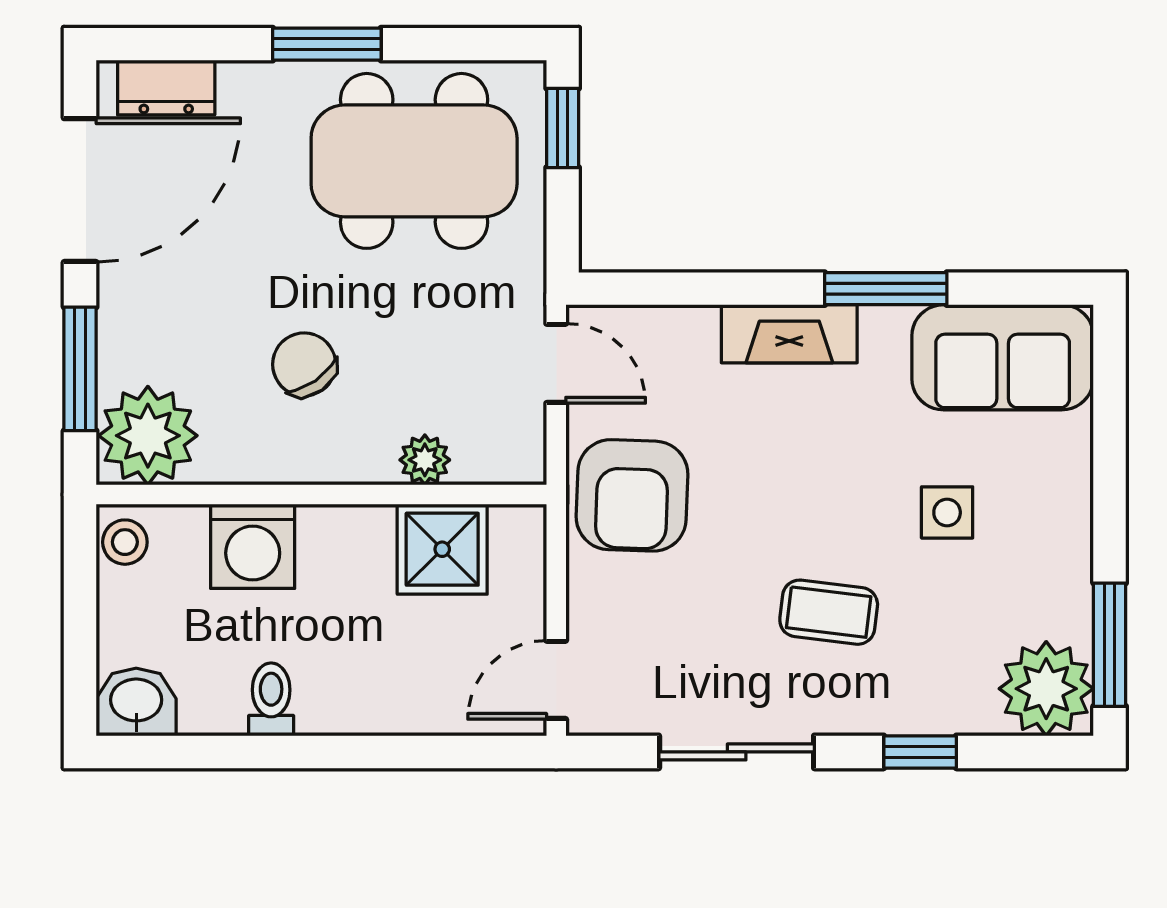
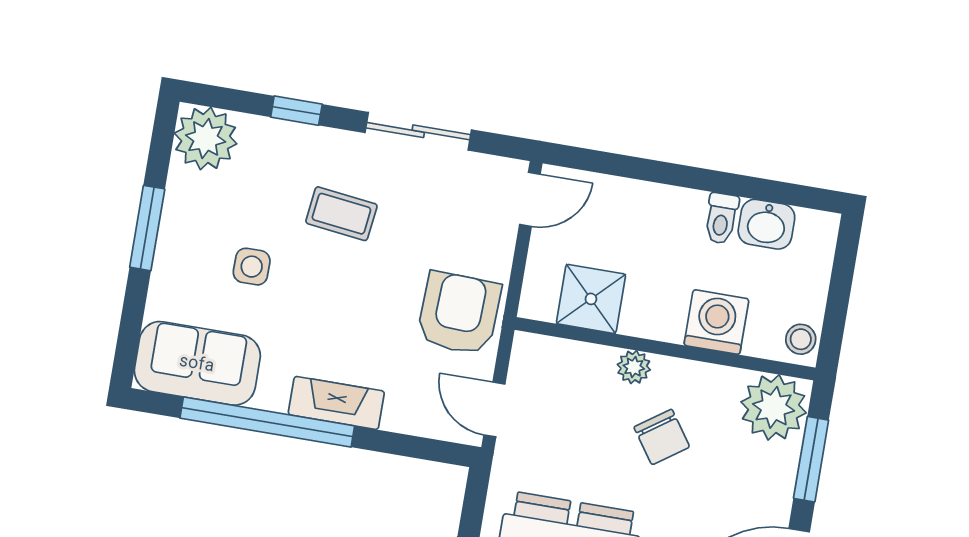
window: (886, 289) -> (267, 422), width x2.11
plant: (425, 460) -> (634, 367), moved
window: (1110, 645) -> (147, 228), moved
washbasin: (136, 702) -> (766, 224), moved

